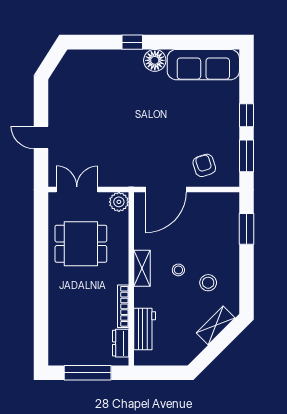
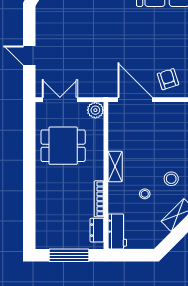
door: (166, 190) -> (135, 100), swing flipped
stool: (178, 270) -> (145, 194), moved
workbench: (145, 329) -> (117, 231), moved

